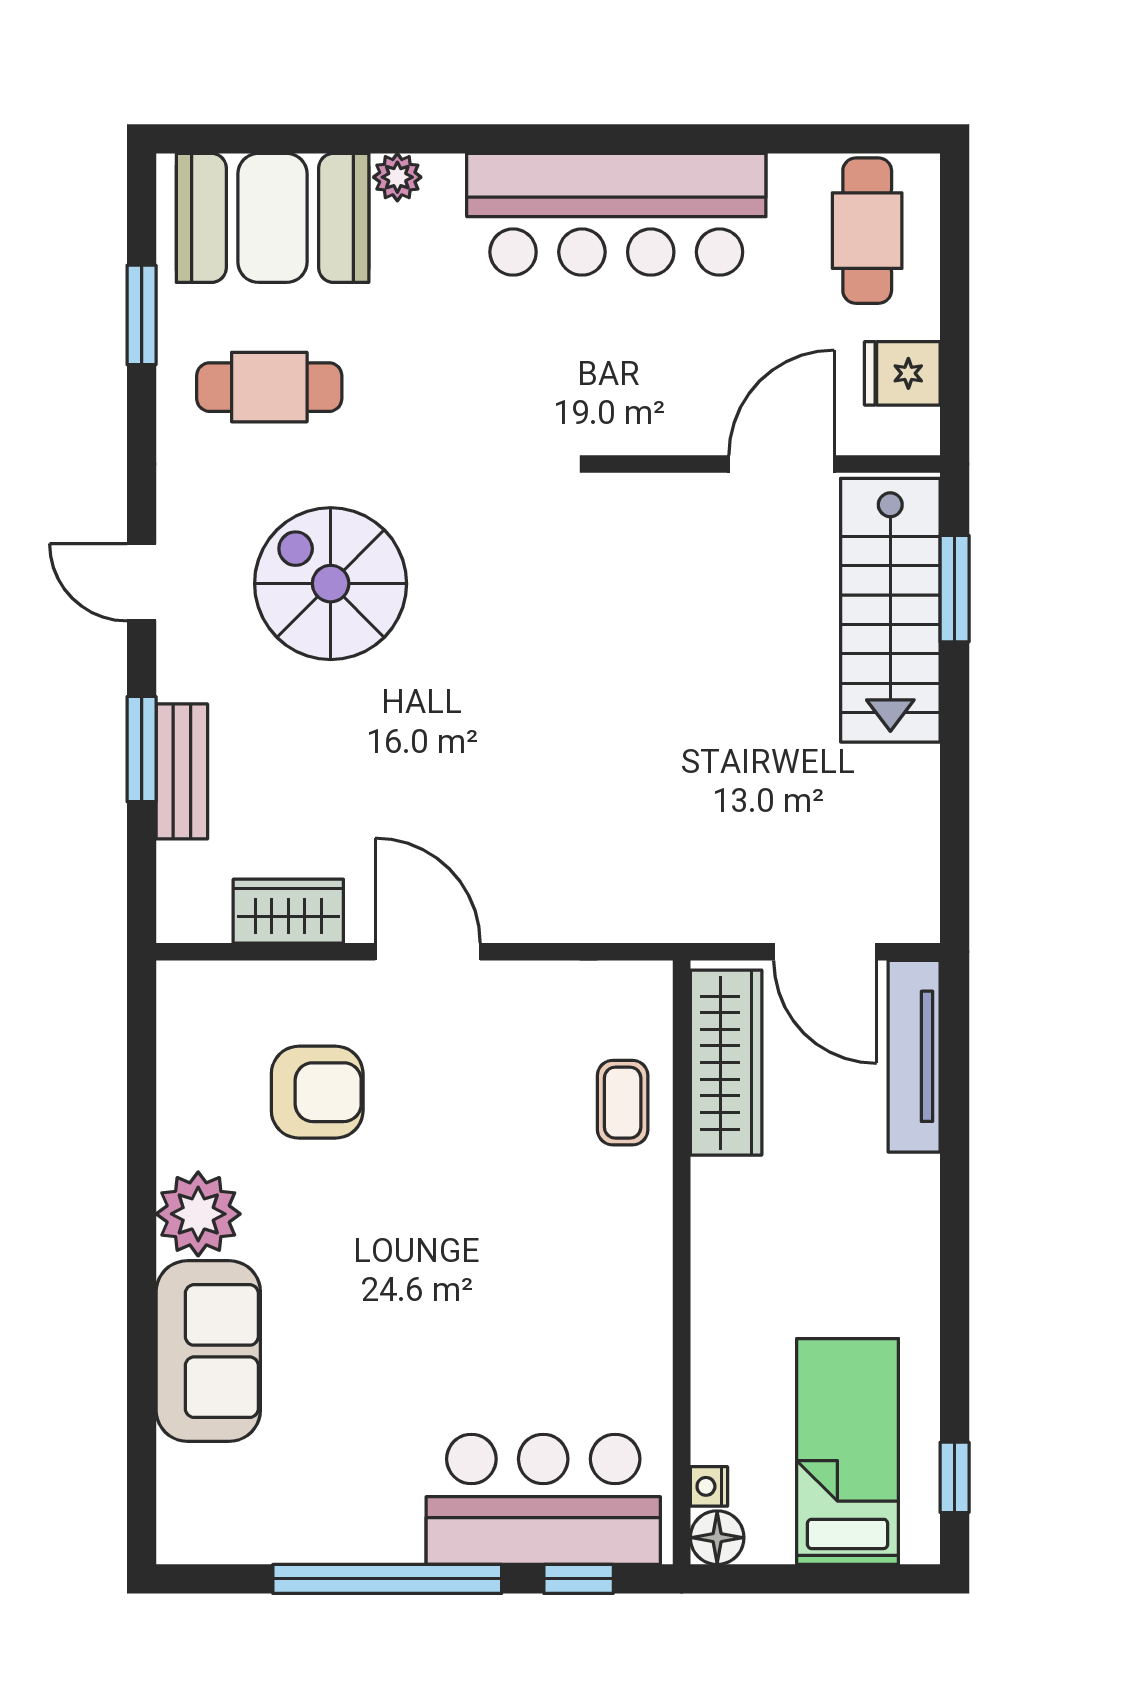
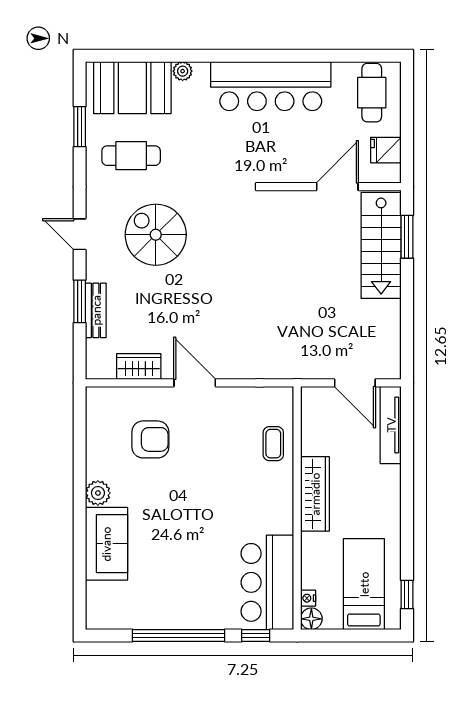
wardrobe: (726, 1063) -> (315, 494), moved
plant: (198, 1214) -> (98, 493), width x0.73, depth x0.73
bar counter: (543, 1499) -> (267, 582), moved, turned -90

